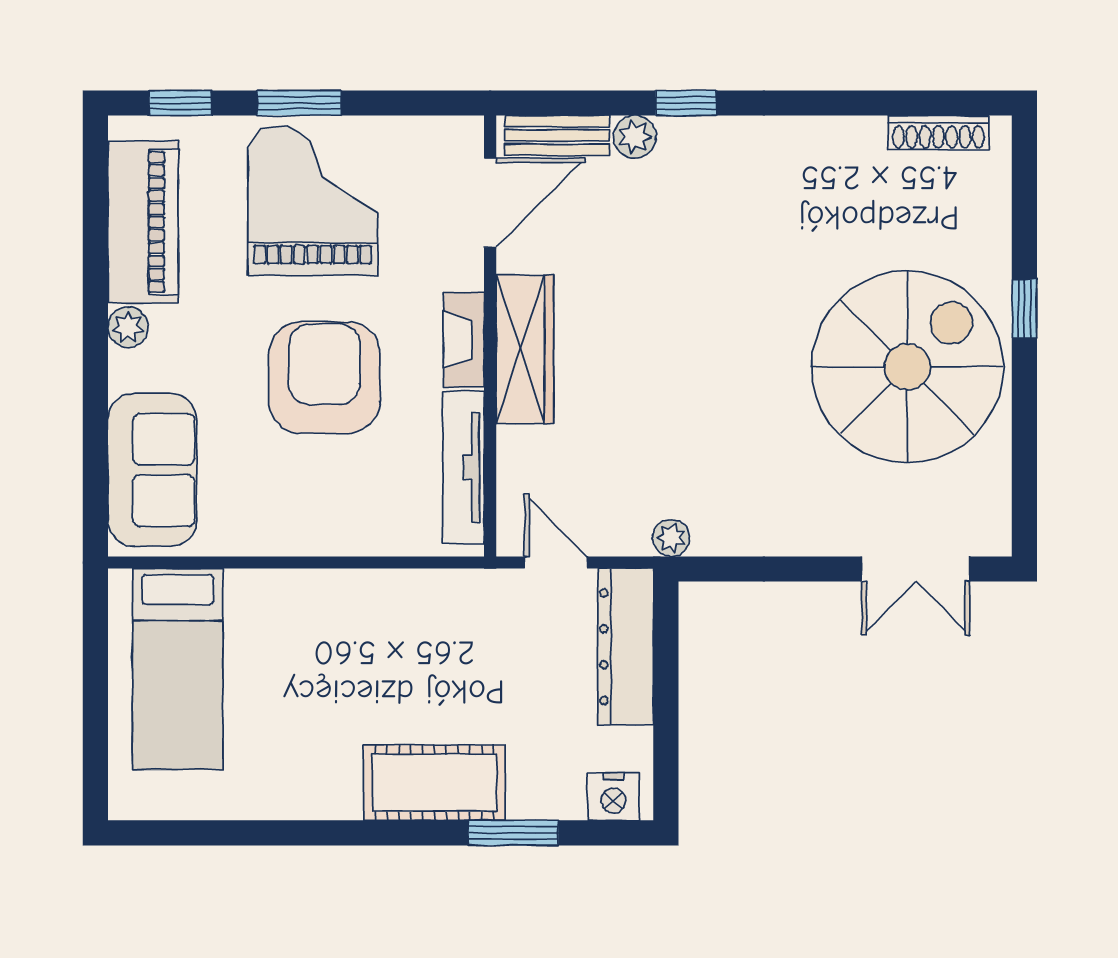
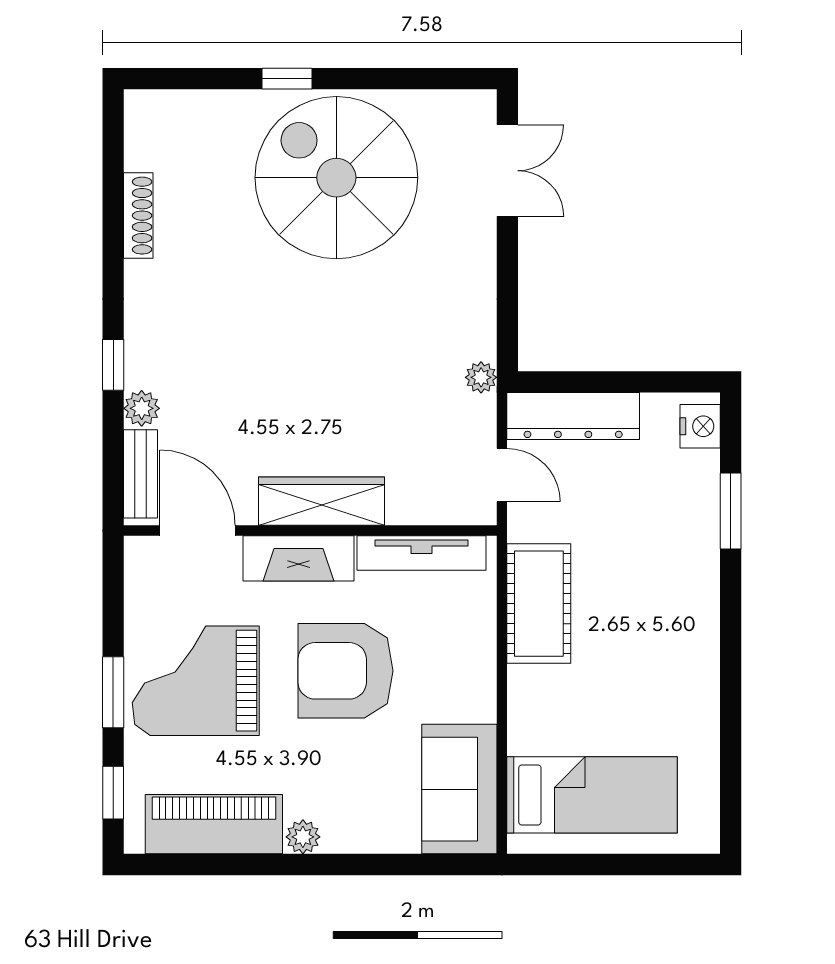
shoe rack: (938, 133) -> (138, 216), moved
fireplace: (464, 340) -> (298, 558), width x1.37, depth x1.32
sofa: (152, 470) -> (459, 789), moved, turned -90
door: (556, 563) -> (502, 475), swing flipped
cot: (434, 783) -> (539, 604), moved

